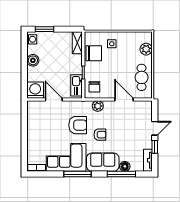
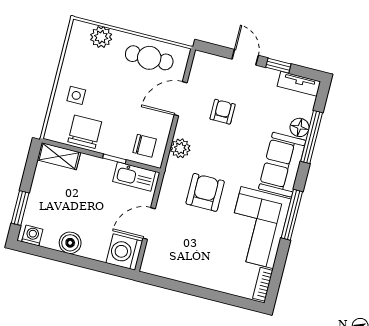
armchair: (100, 135) -> (223, 112), moved

